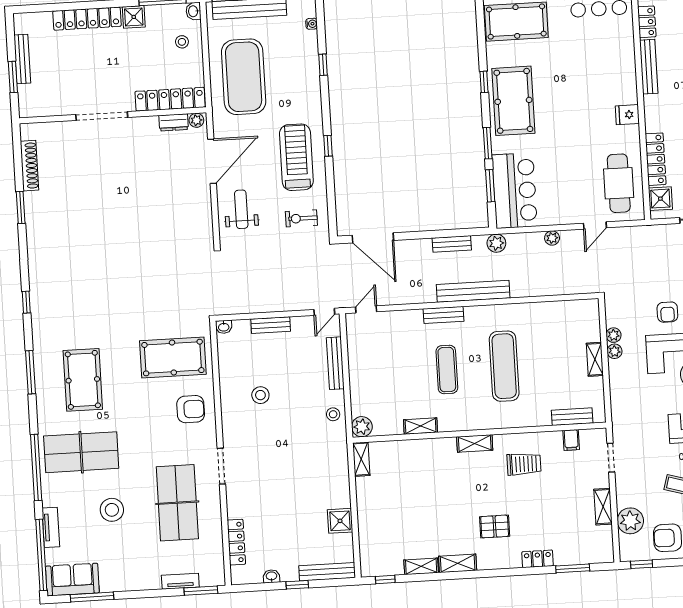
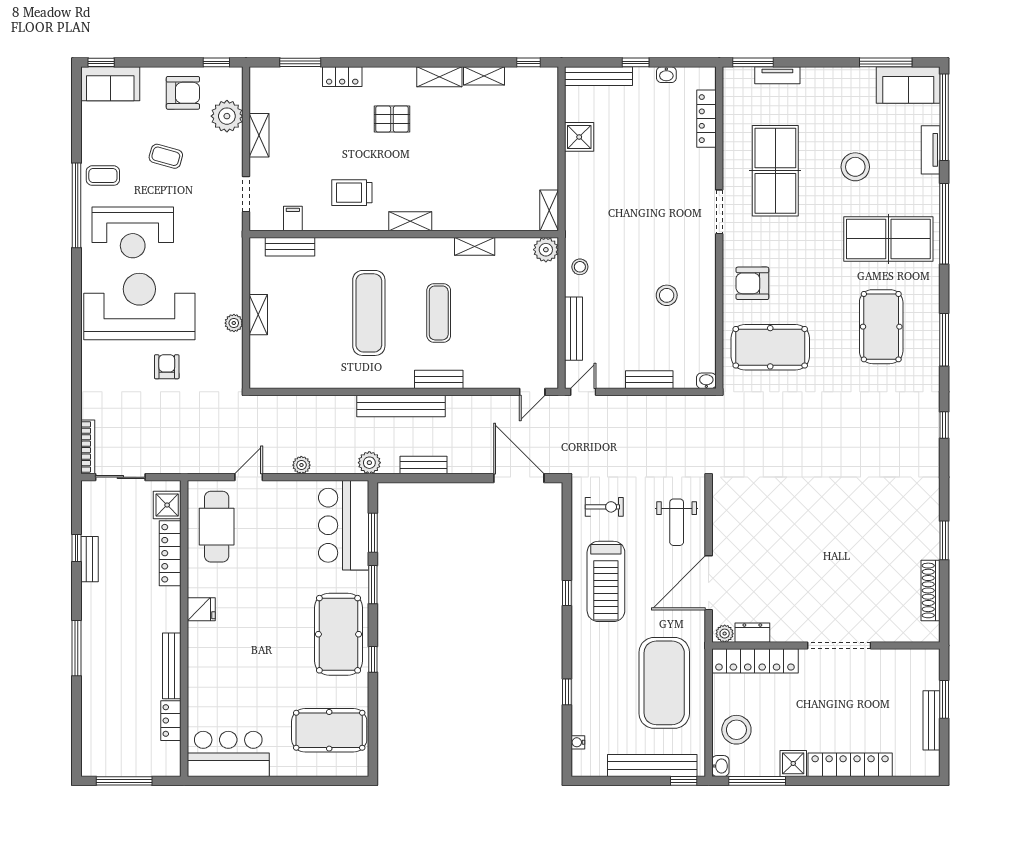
stool: (182, 42) -> (736, 730), width x1.89, depth x1.89
plant: (614, 335) -> (234, 343), removed

